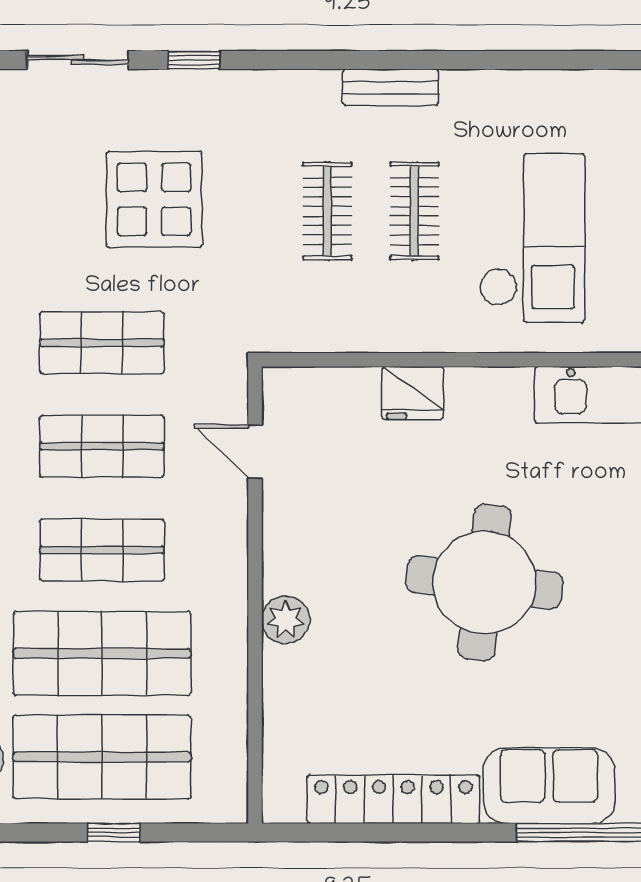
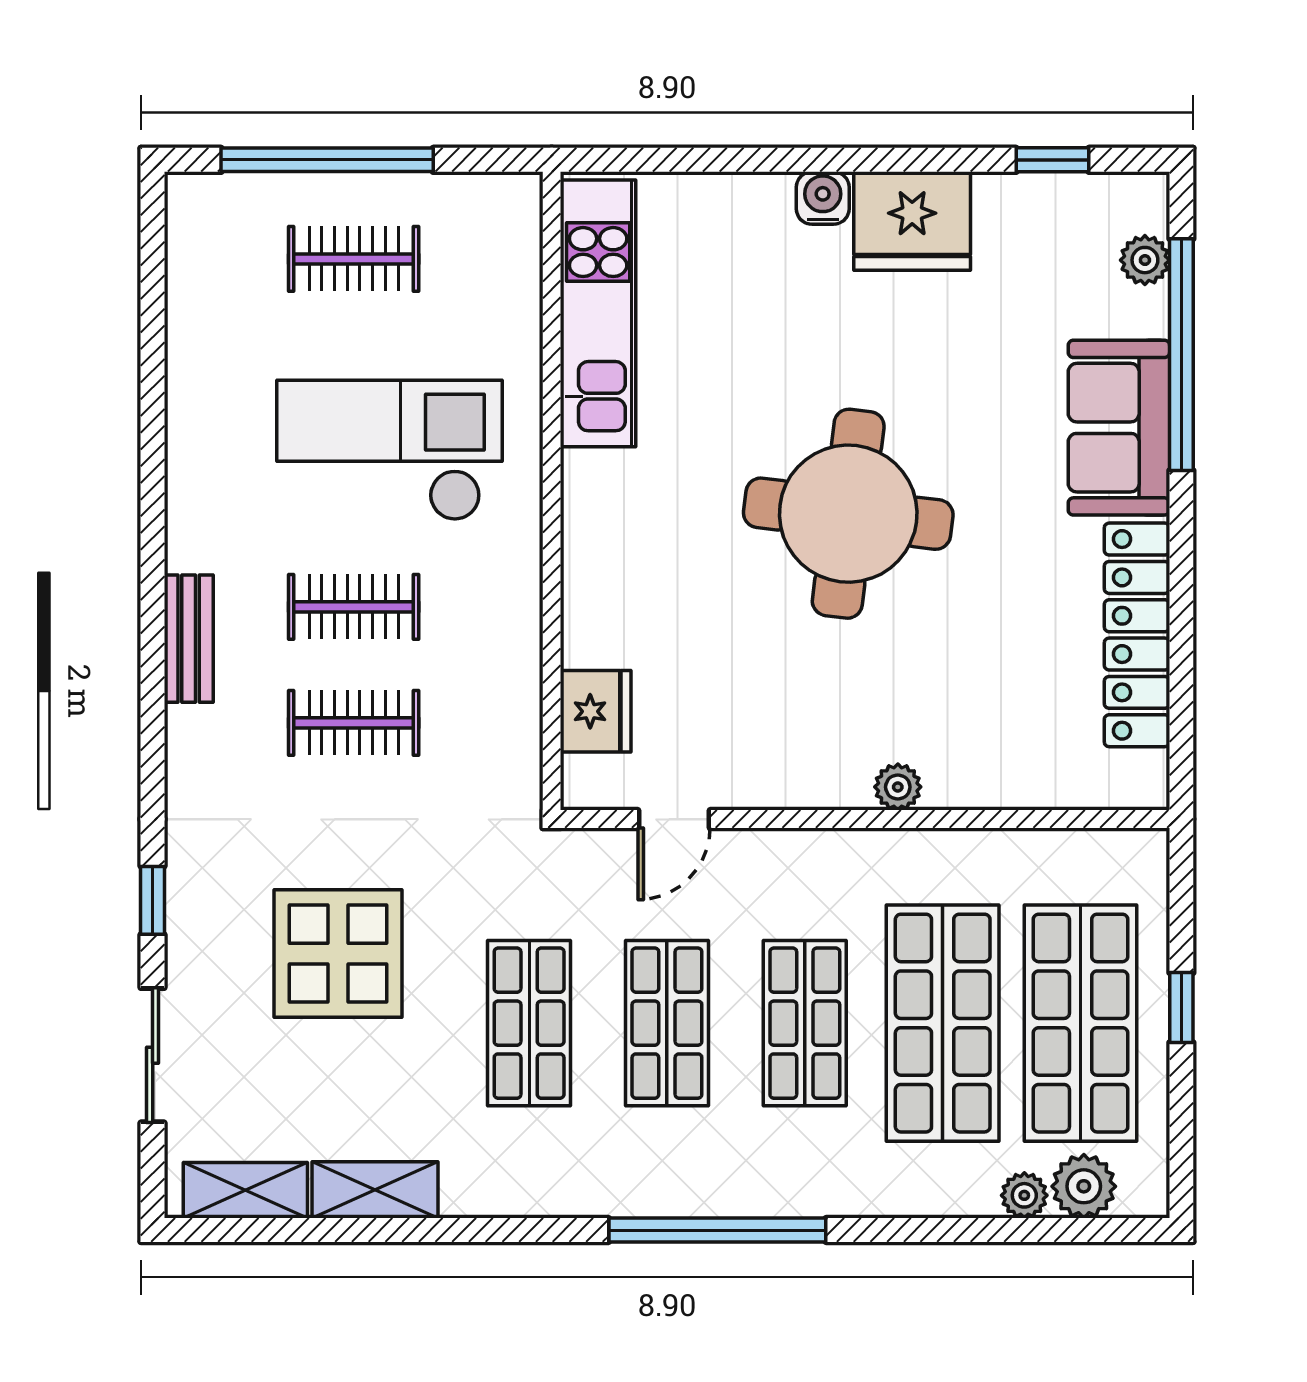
fridge: (413, 393) -> (596, 711), moved
plant: (286, 620) -> (898, 787), width x0.73, depth x0.73

